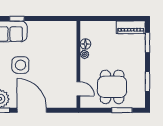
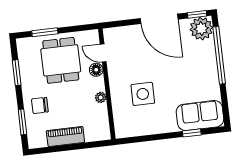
piano: (131, 27) -> (65, 137), moved
floor lamp: (85, 44) -> (96, 70), moved
chair: (132, 54) -> (40, 105), added
side table: (20, 65) -> (143, 94), moved

